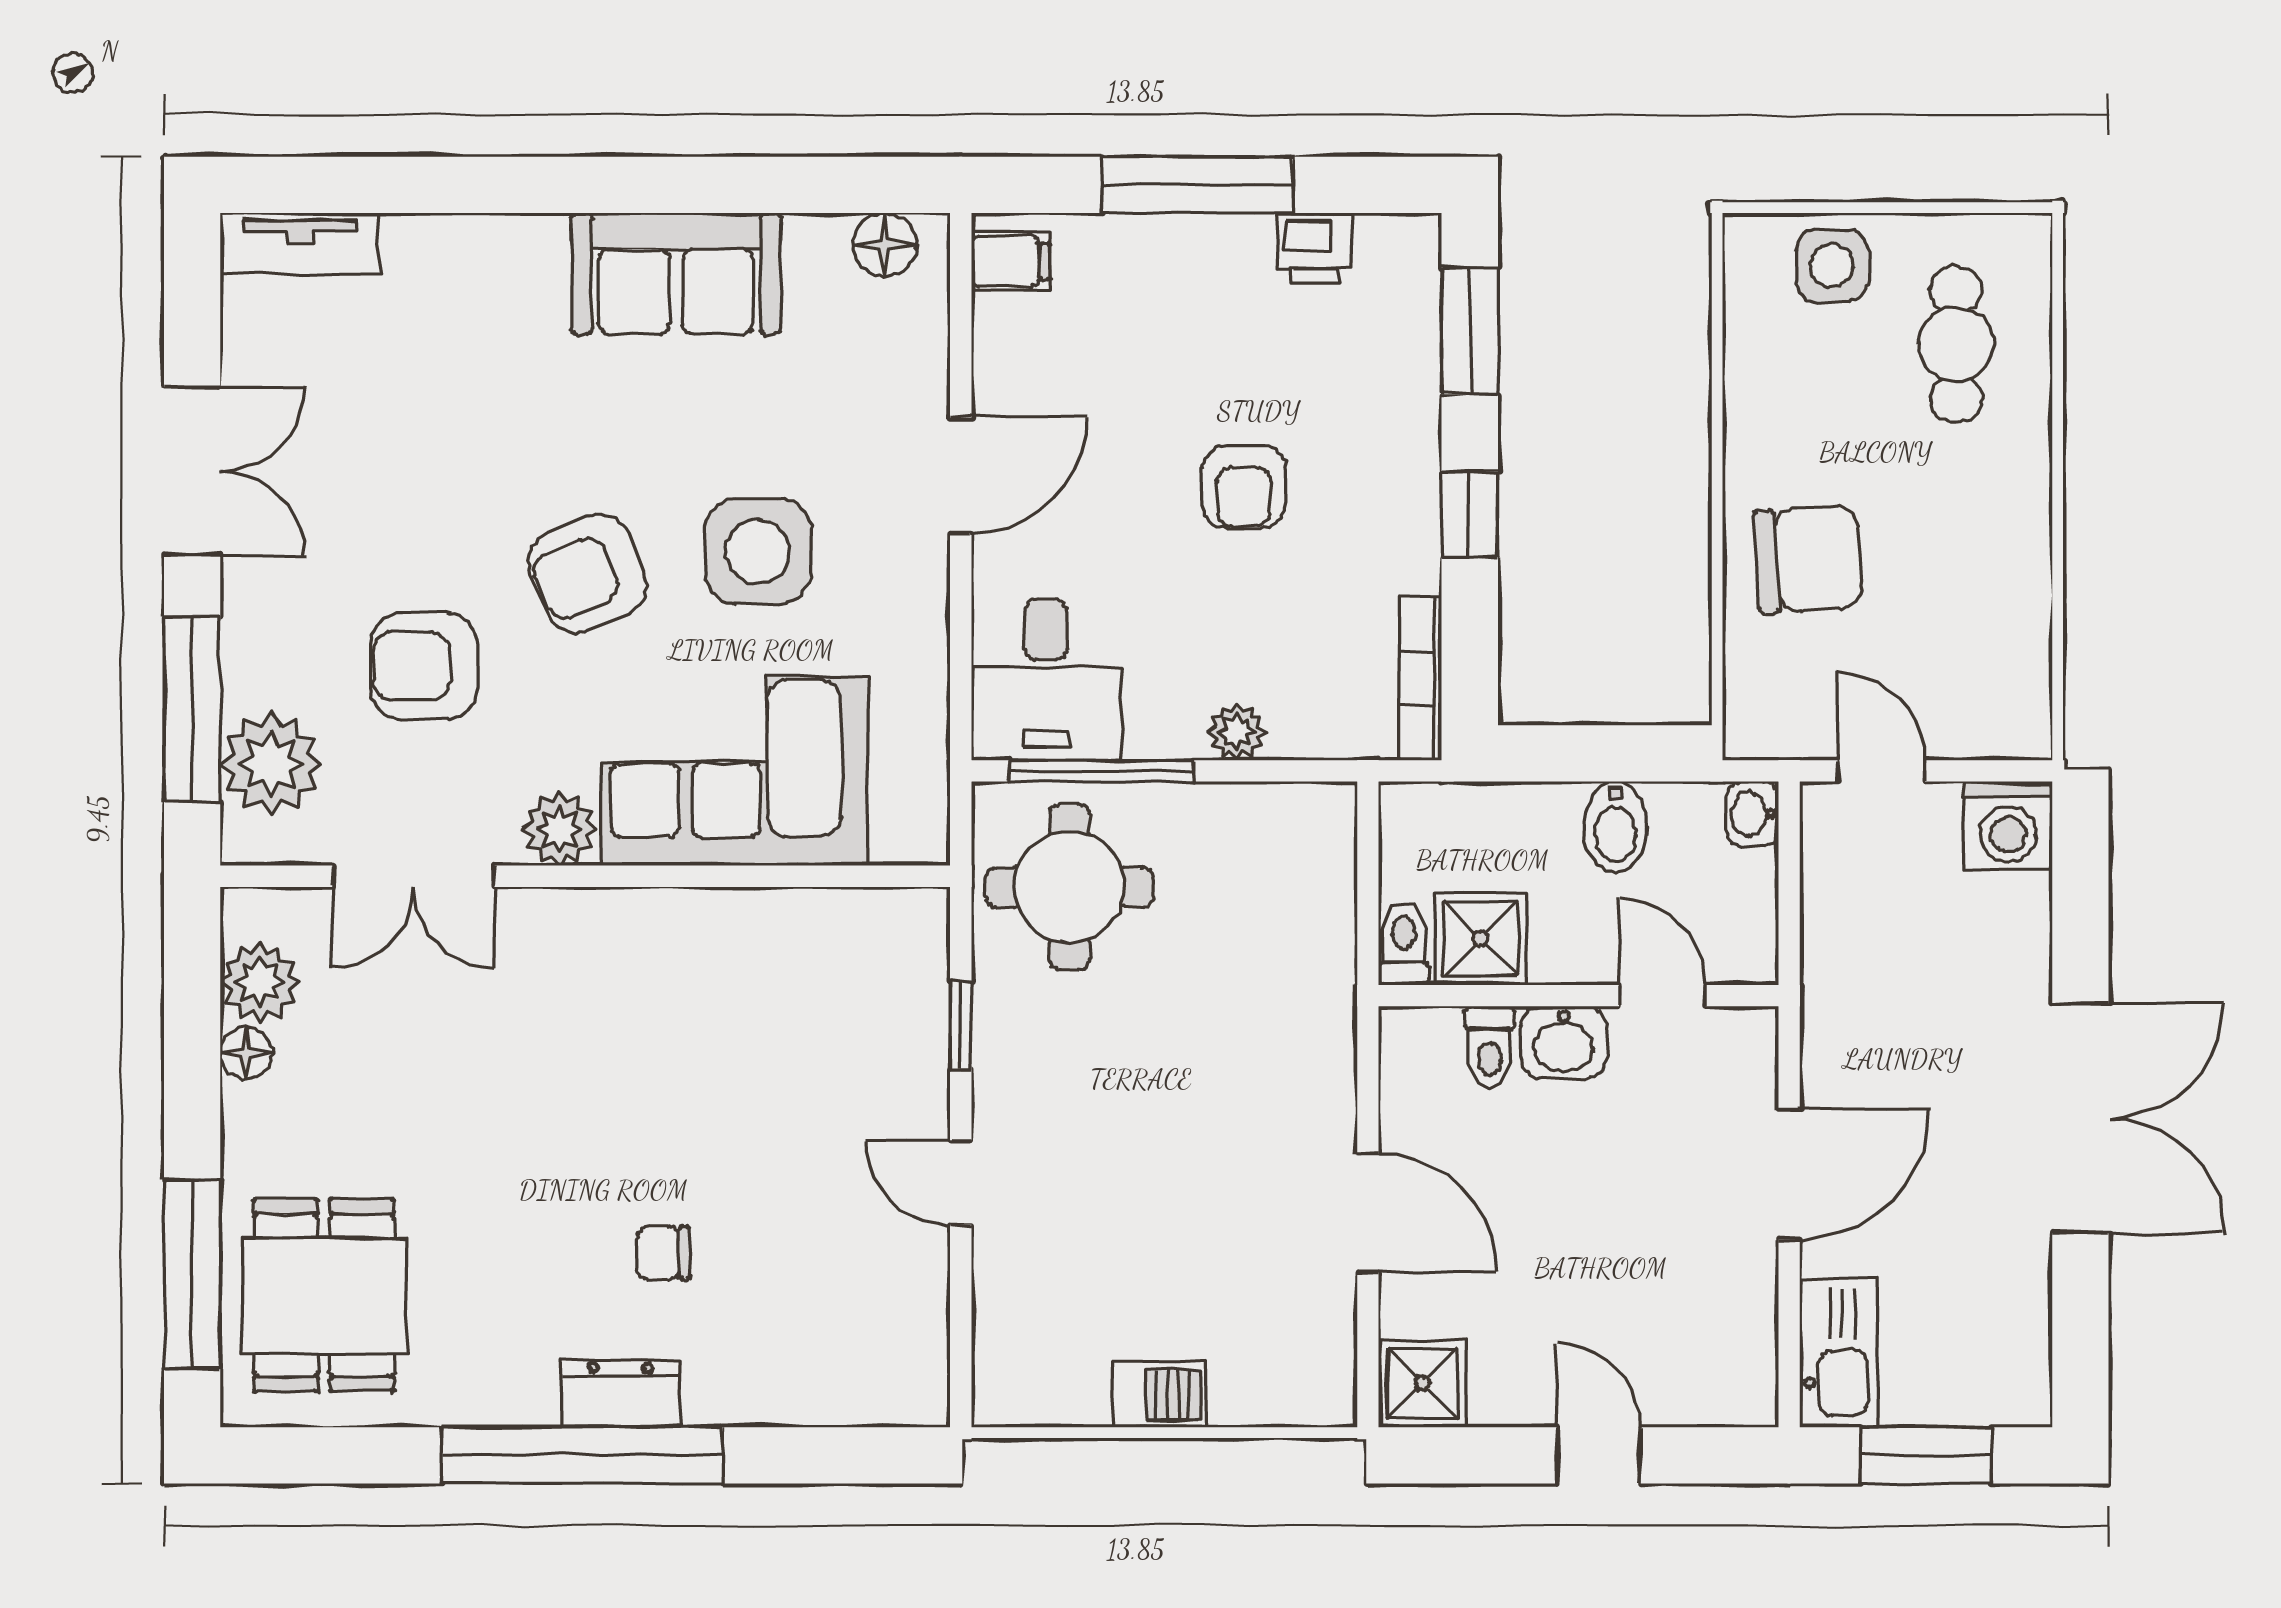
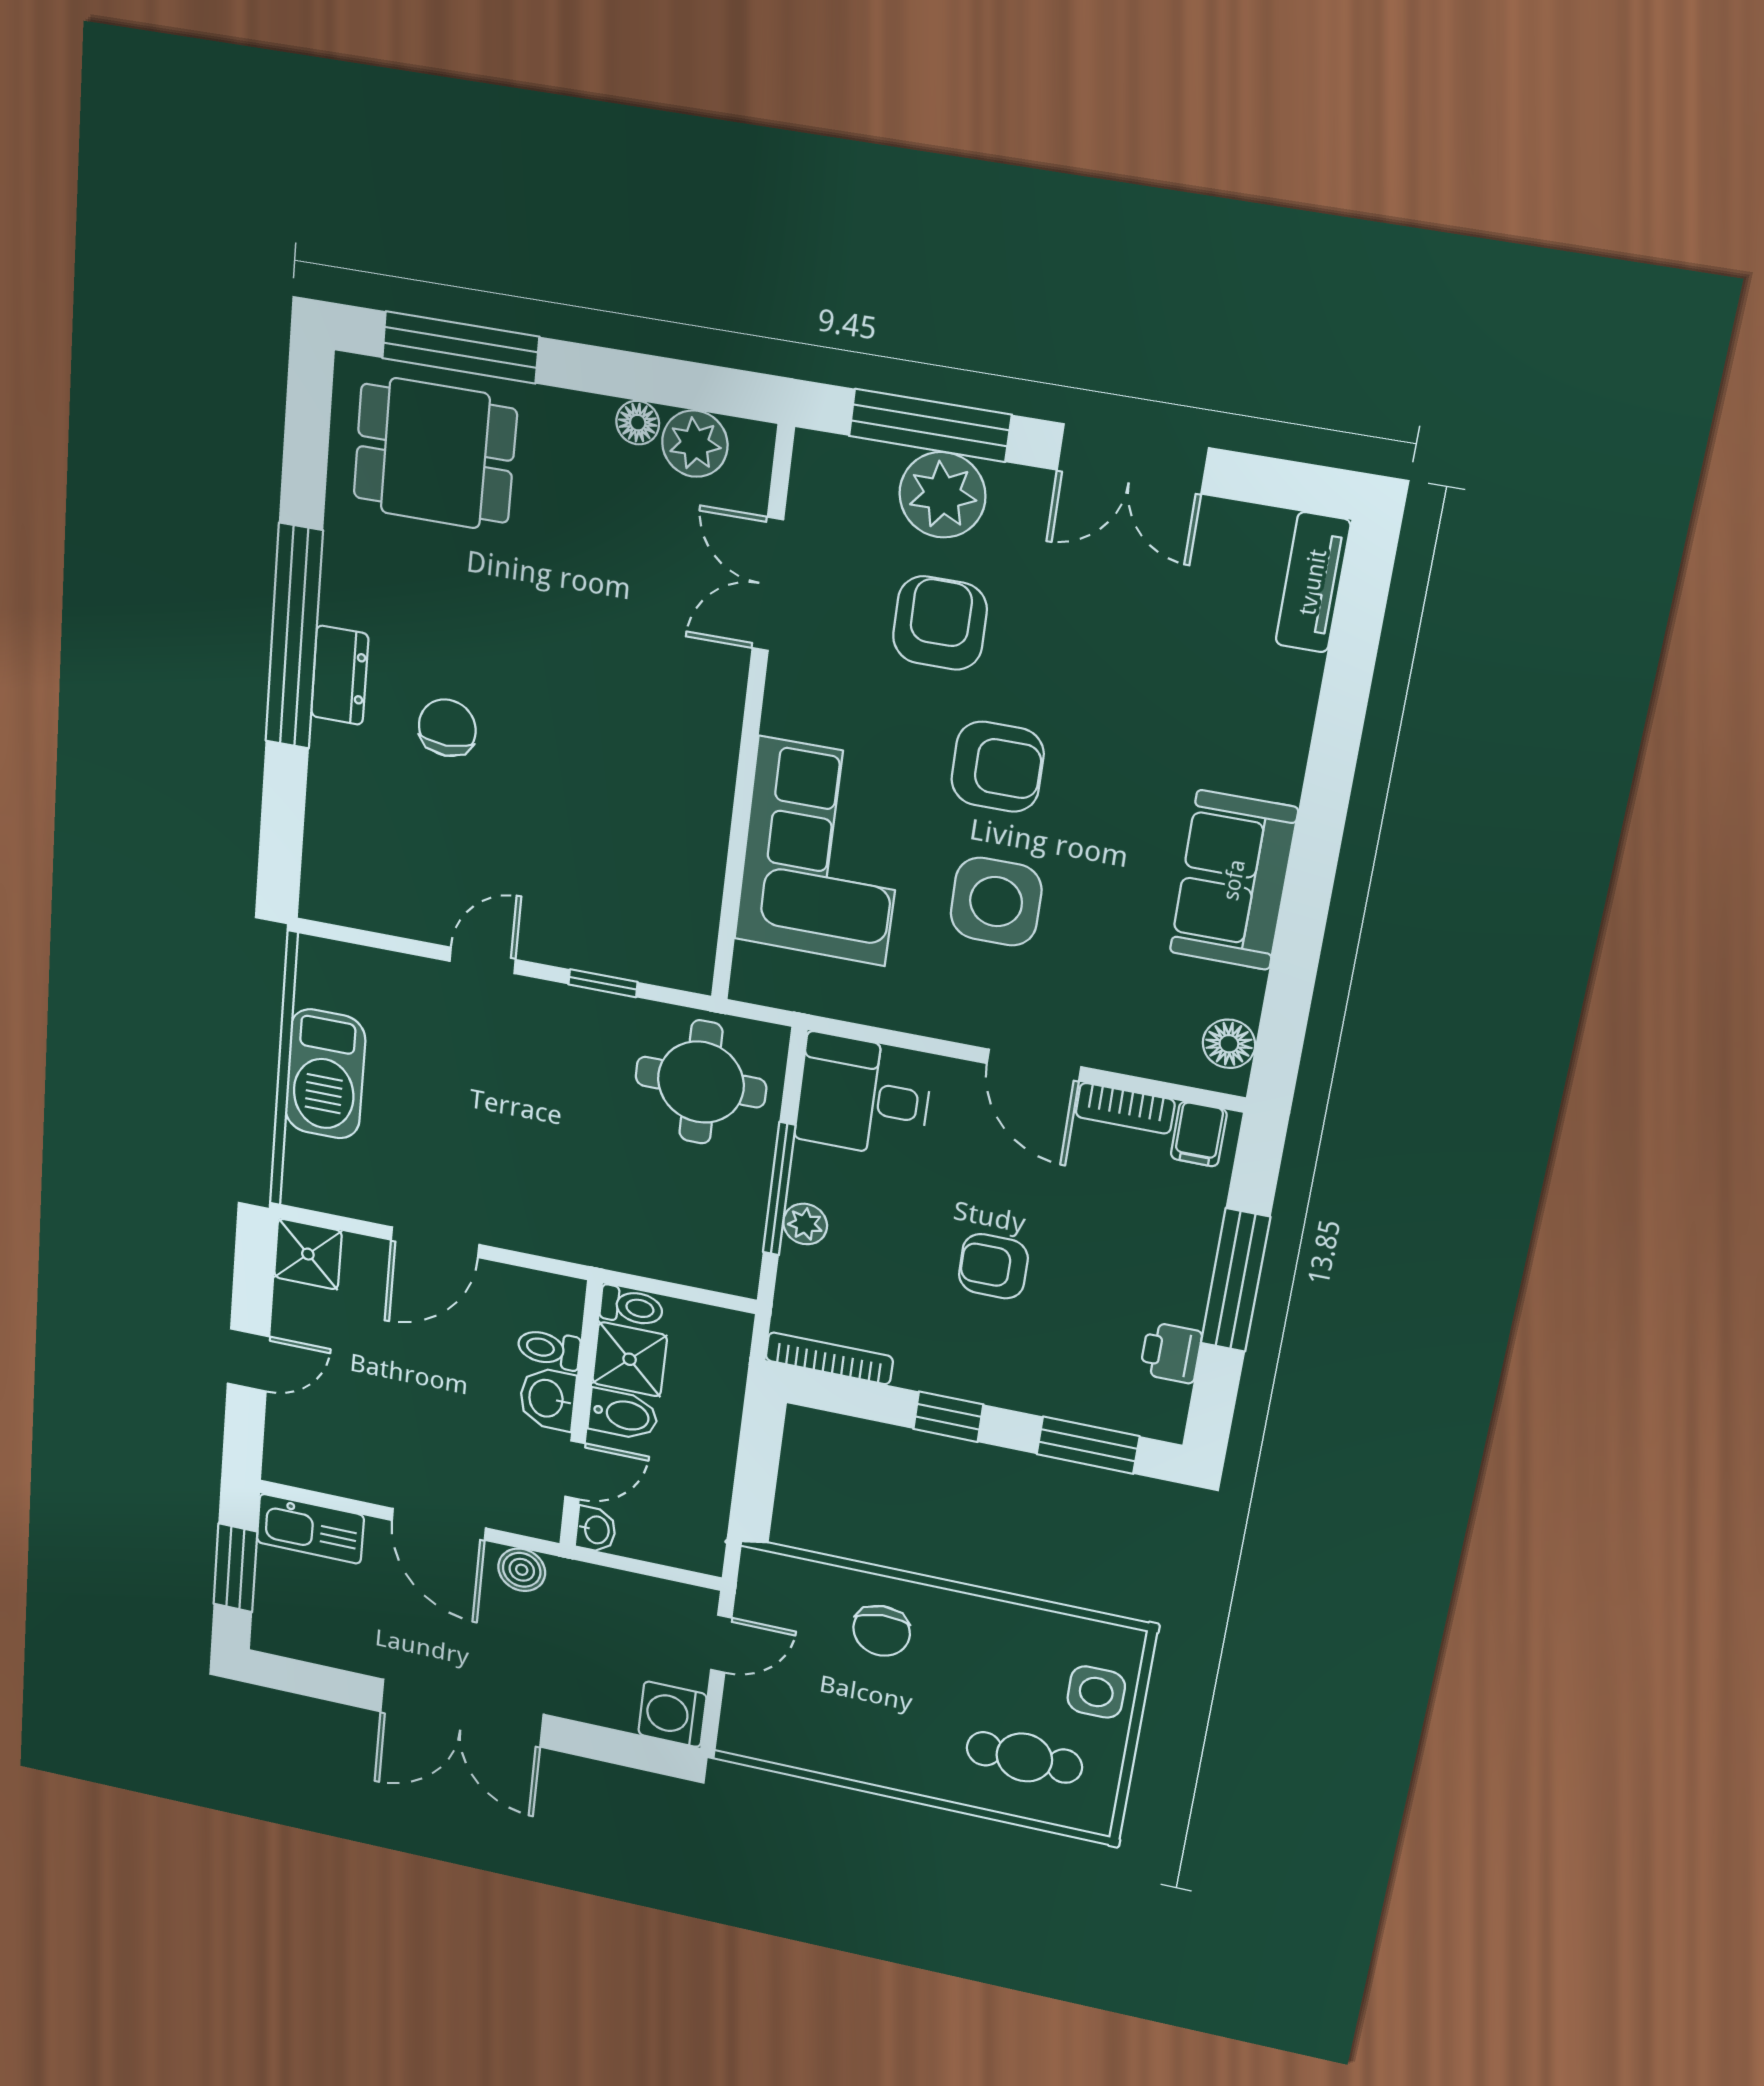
bookcase: (995, 356) -> (1125, 1108), added
chair: (1808, 559) -> (882, 1631), width x0.73, depth x0.73
armchair: (588, 573) -> (998, 767), turned 113
plant: (271, 764) -> (942, 495), moved
window: (1101, 771) -> (779, 1189), moved
washbasin: (1752, 814) -> (596, 1530), moved, turned 90
bidet: (1616, 827) -> (623, 1415), moved, turned 180
plant: (559, 829) -> (792, 708), removed
boiler: (1832, 1054) -> (522, 1570), added
chair: (663, 1253) -> (447, 728), width x1.37, depth x1.37
barbecue: (1159, 1394) -> (325, 1074), width x1.88, depth x1.53

